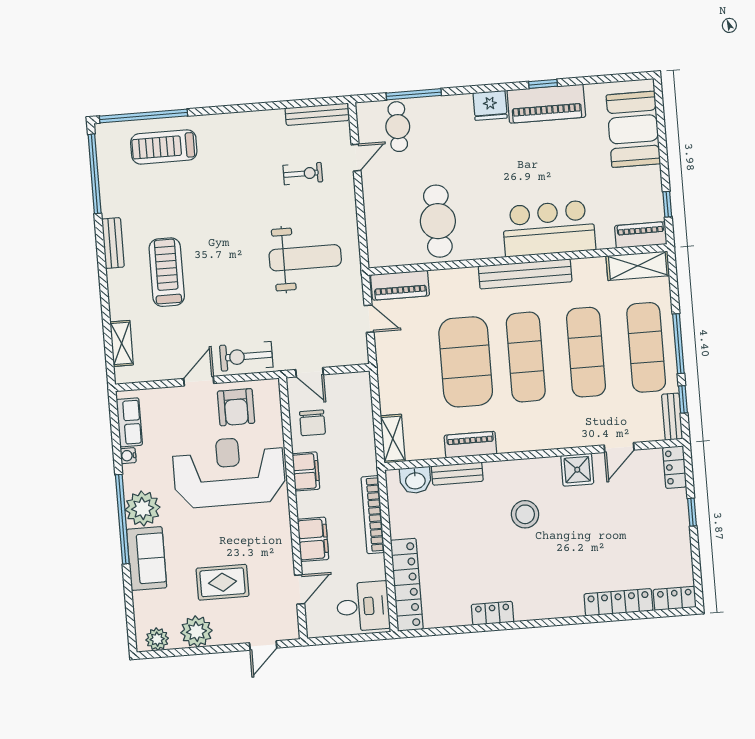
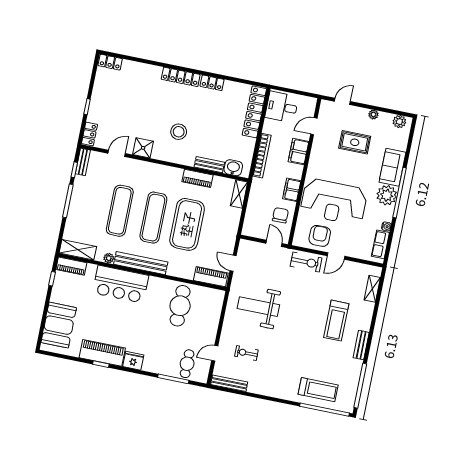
plant: (582, 267) -> (109, 258), added
exercise mat: (646, 347) -> (86, 204), removed
locker: (618, 602) -> (181, 77), moved
plant: (196, 632) -> (373, 115), width x0.53, depth x0.53

